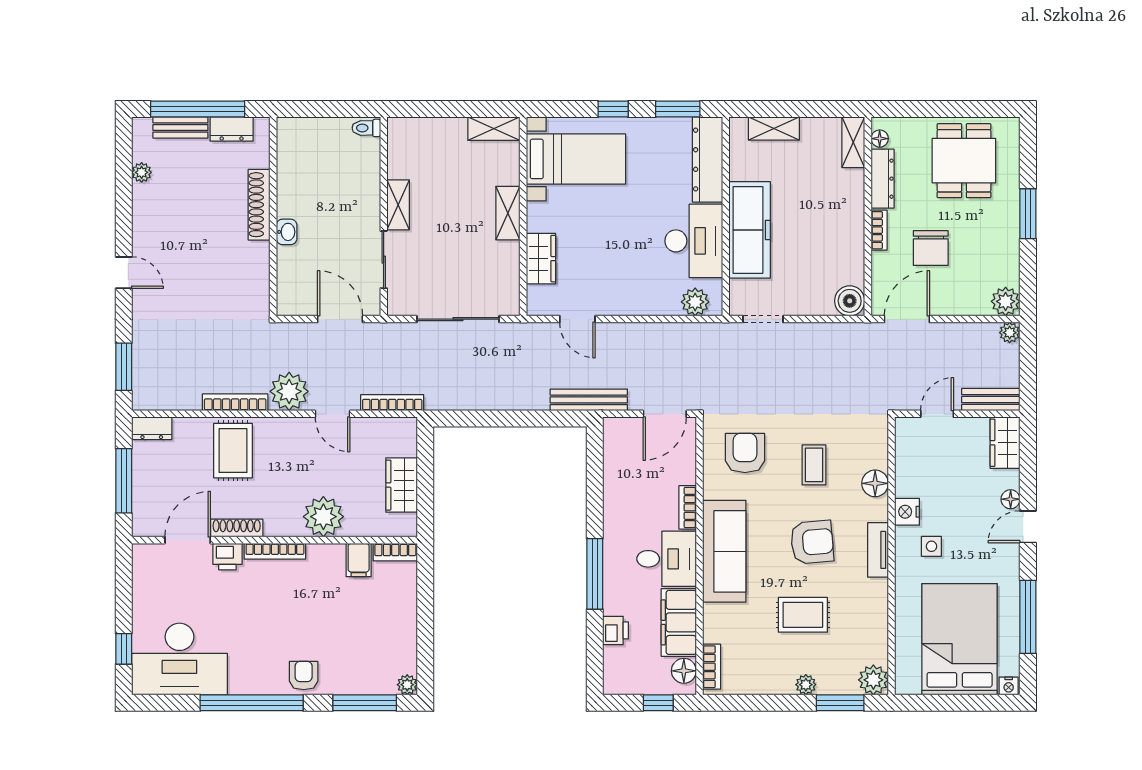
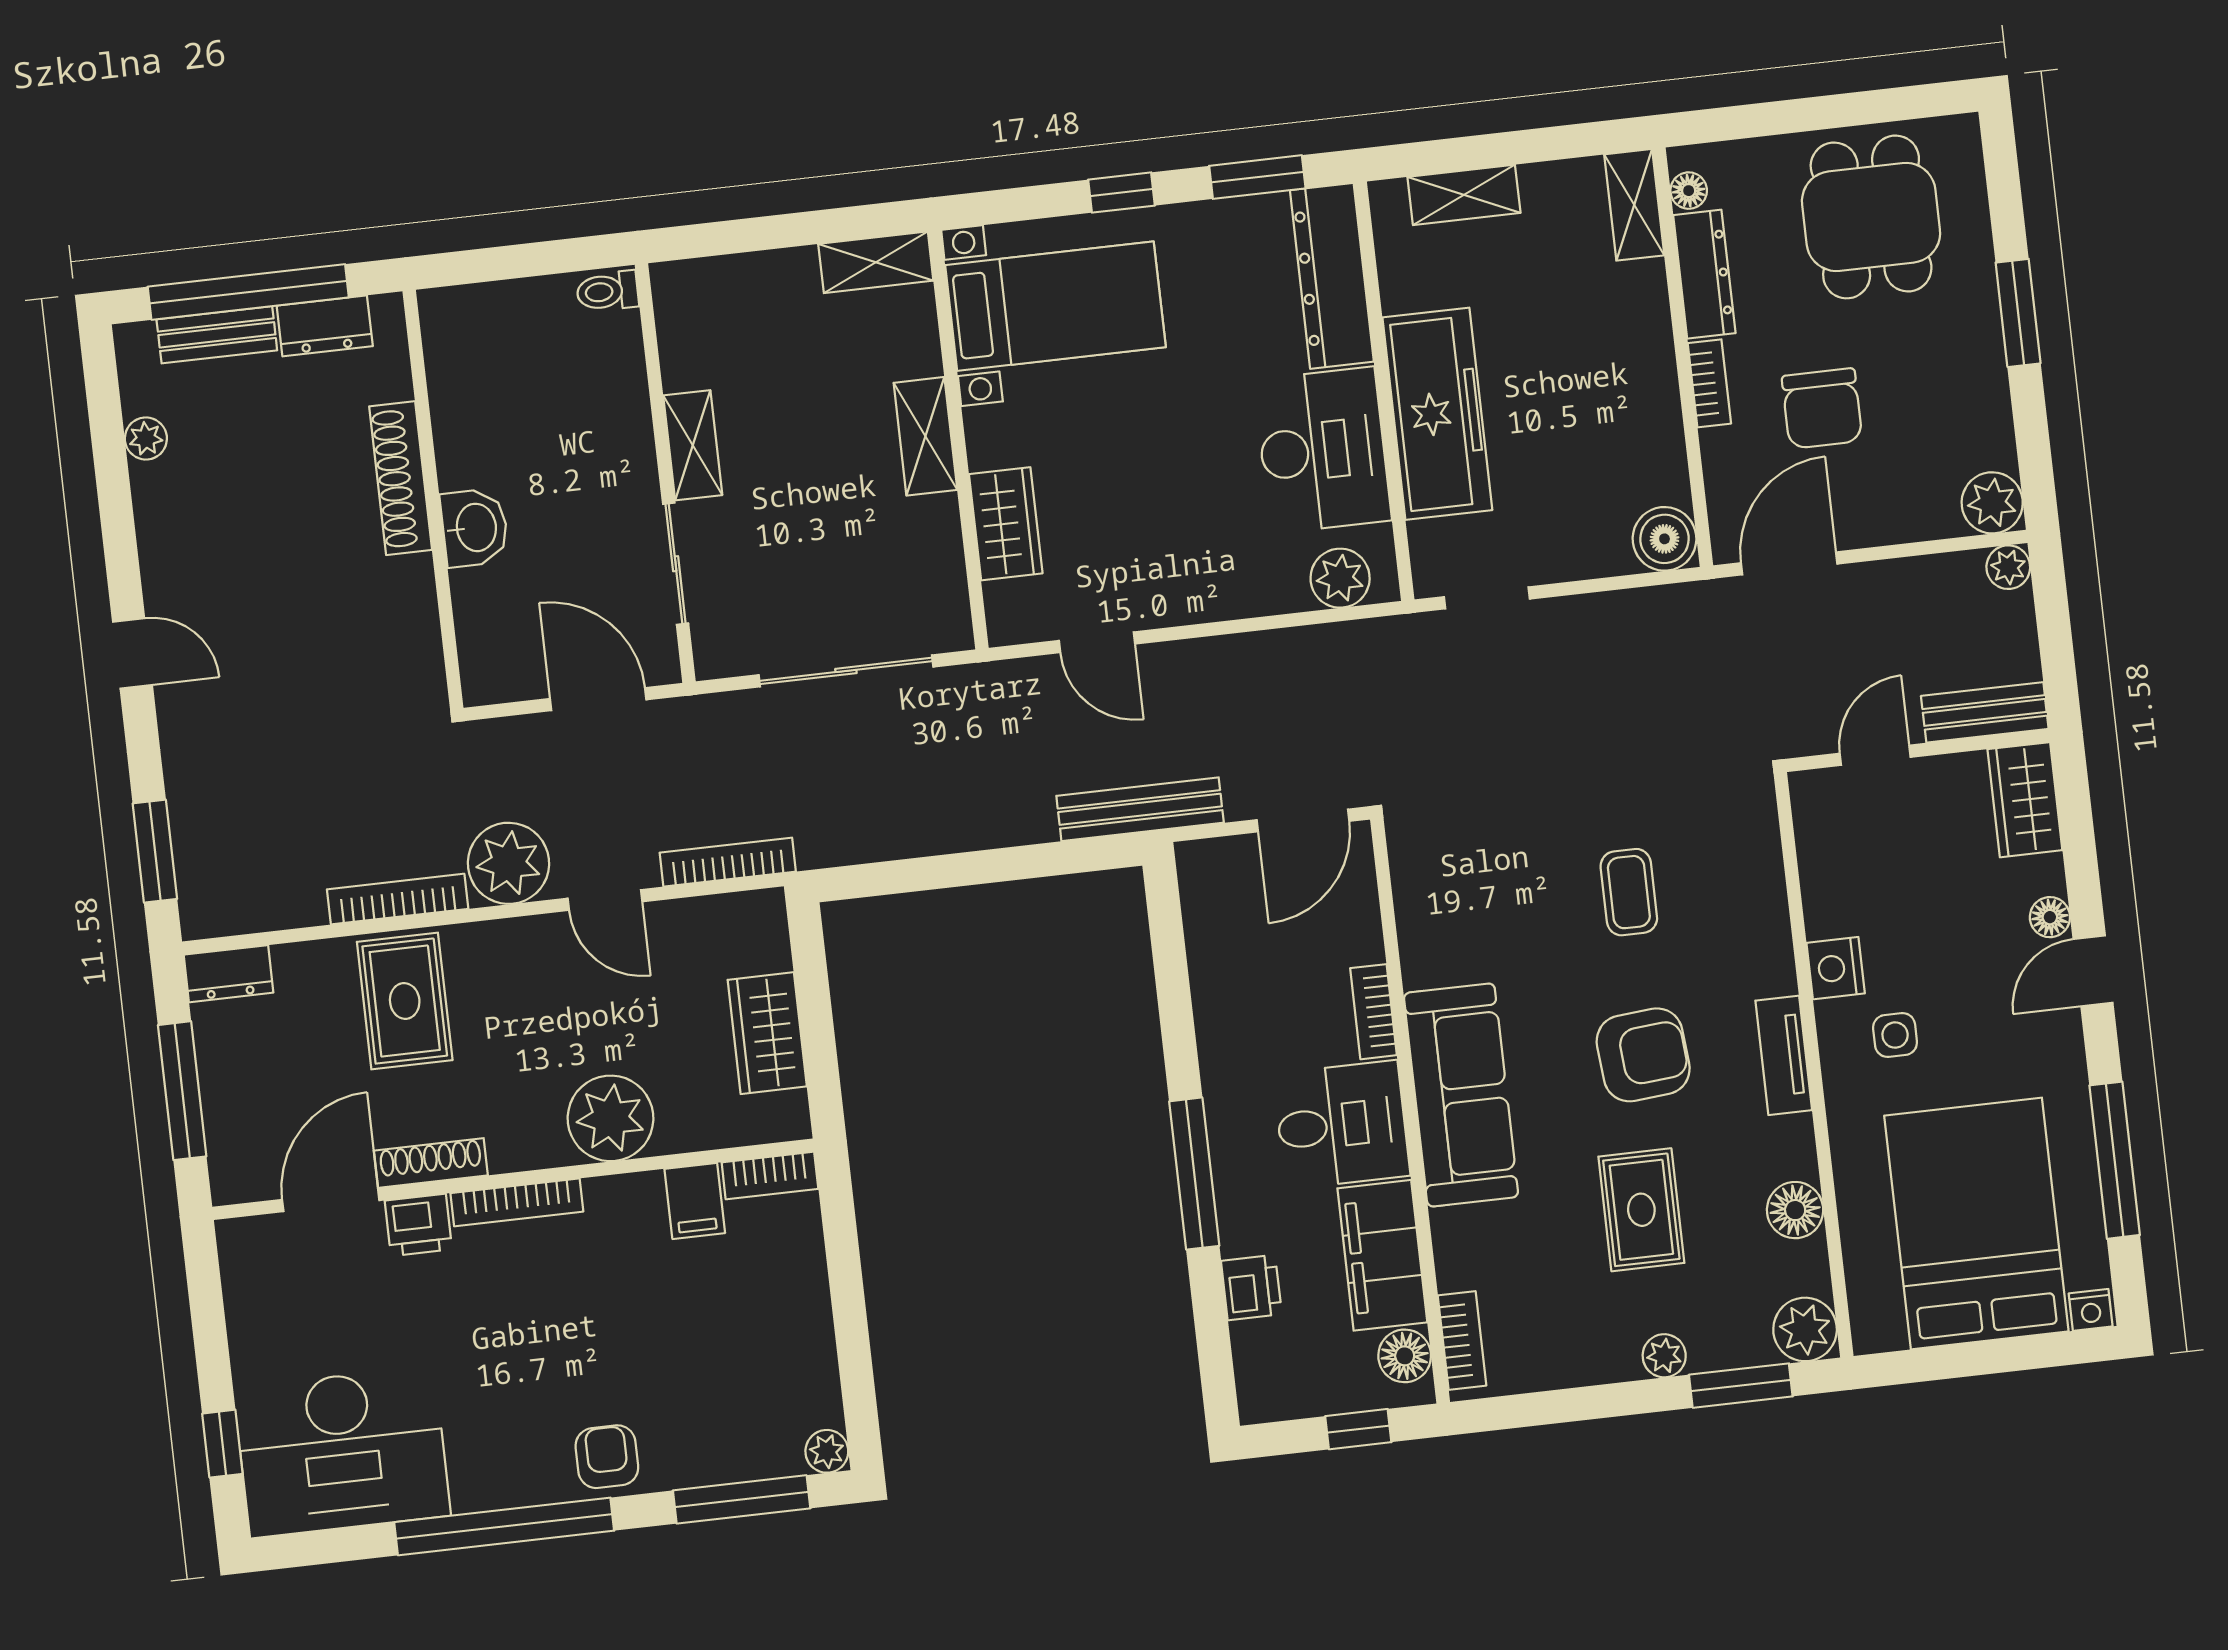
washbasin: (287, 232) -> (475, 528), width x1.38, depth x1.45
armchair: (745, 453) -> (1481, 883), removed
floor lamp: (875, 483) -> (1795, 1210), moved
rug: (803, 615) -> (1641, 1210), turned 90

